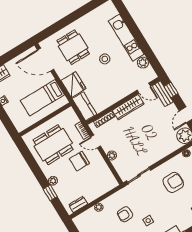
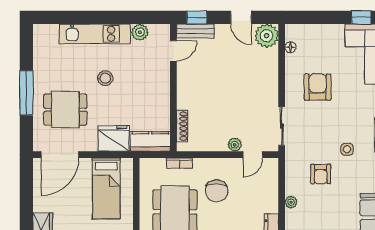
window: (69, 19) -> (26, 93), added
wardrobe: (128, 107) -> (186, 86), removed
door: (96, 141) -> (253, 155), moved

